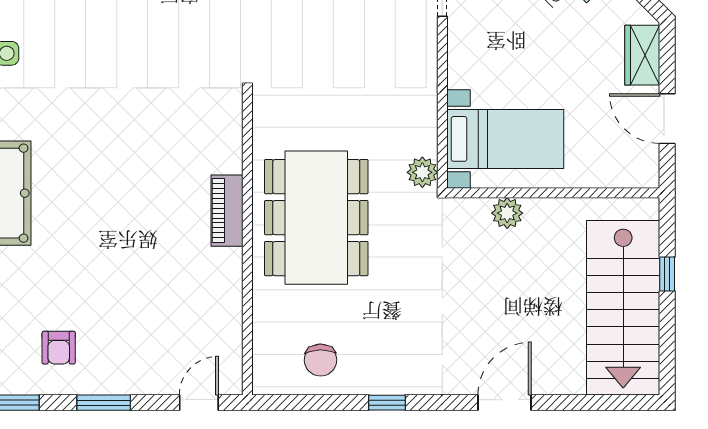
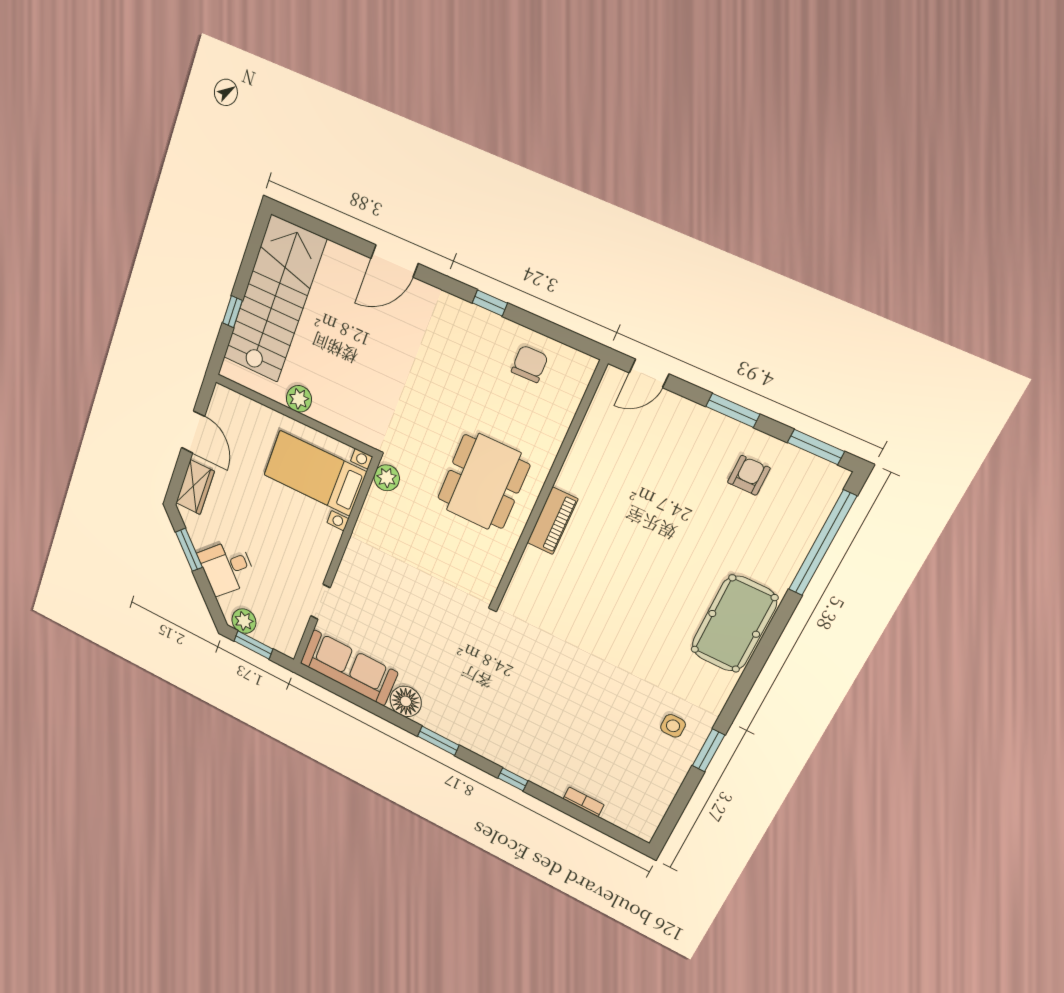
plant: (507, 213) -> (299, 399), moved
dining table: (316, 218) -> (483, 482), width x0.73, depth x0.80

